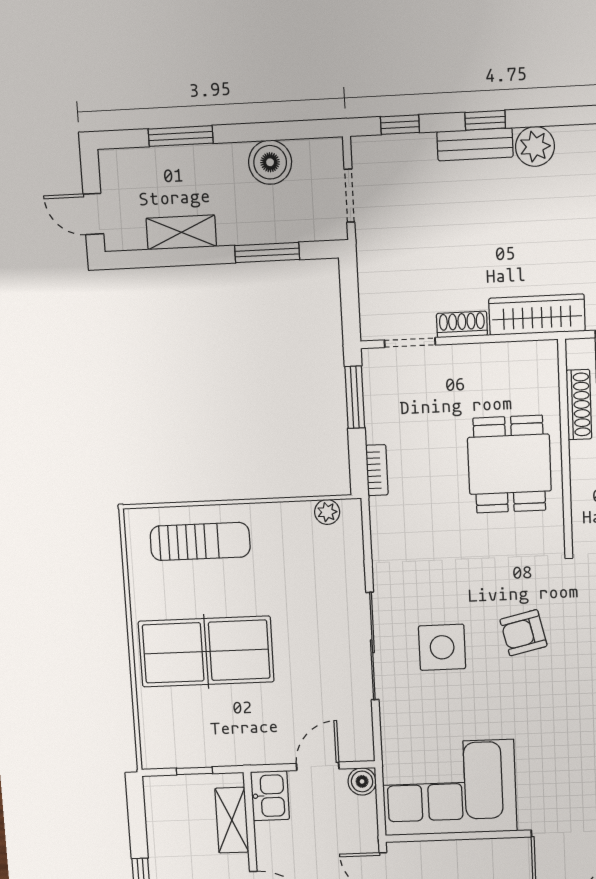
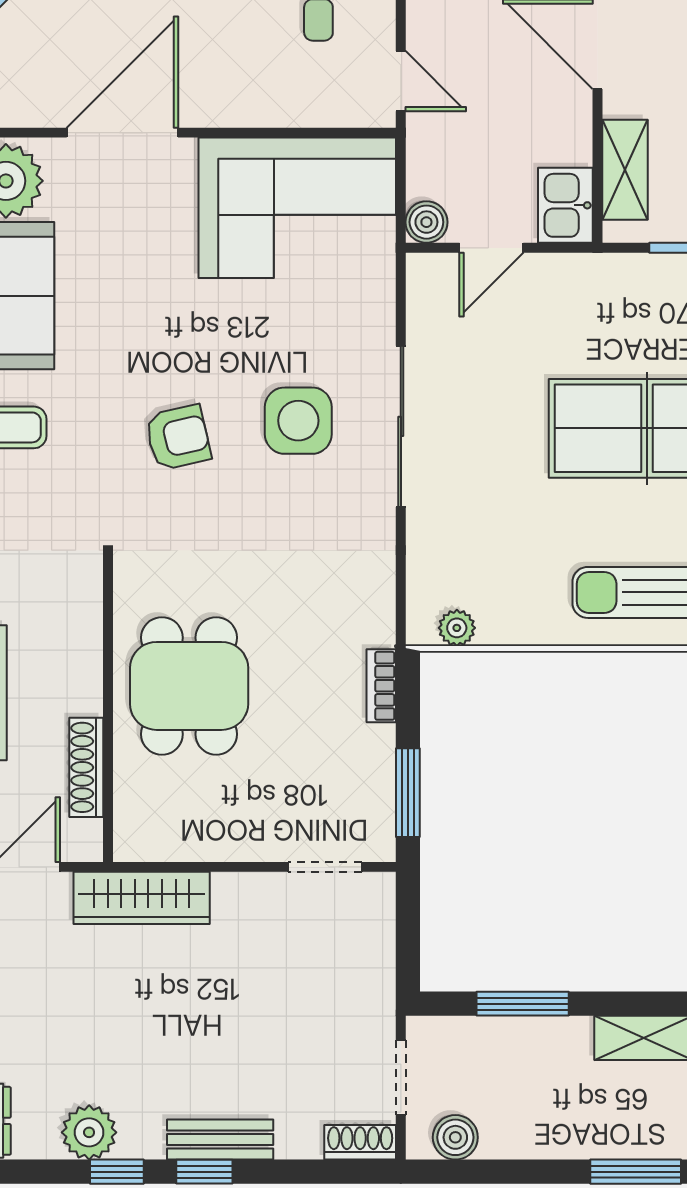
window: (400, 125) -> (117, 1172), moved
plant: (535, 146) -> (89, 1132), moved
boiler: (270, 162) -> (455, 1137), moved, width x0.73, depth x0.73
shoe rack: (462, 324) -> (360, 1142), moved, turned 180

